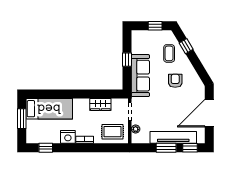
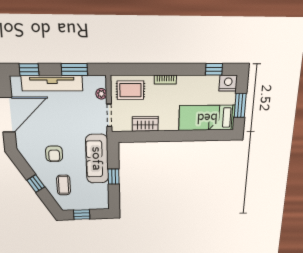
window: (186, 46) -> (36, 184), moved
nightstand: (68, 137) -> (228, 83), moved
window: (166, 148) -> (74, 70), moved

